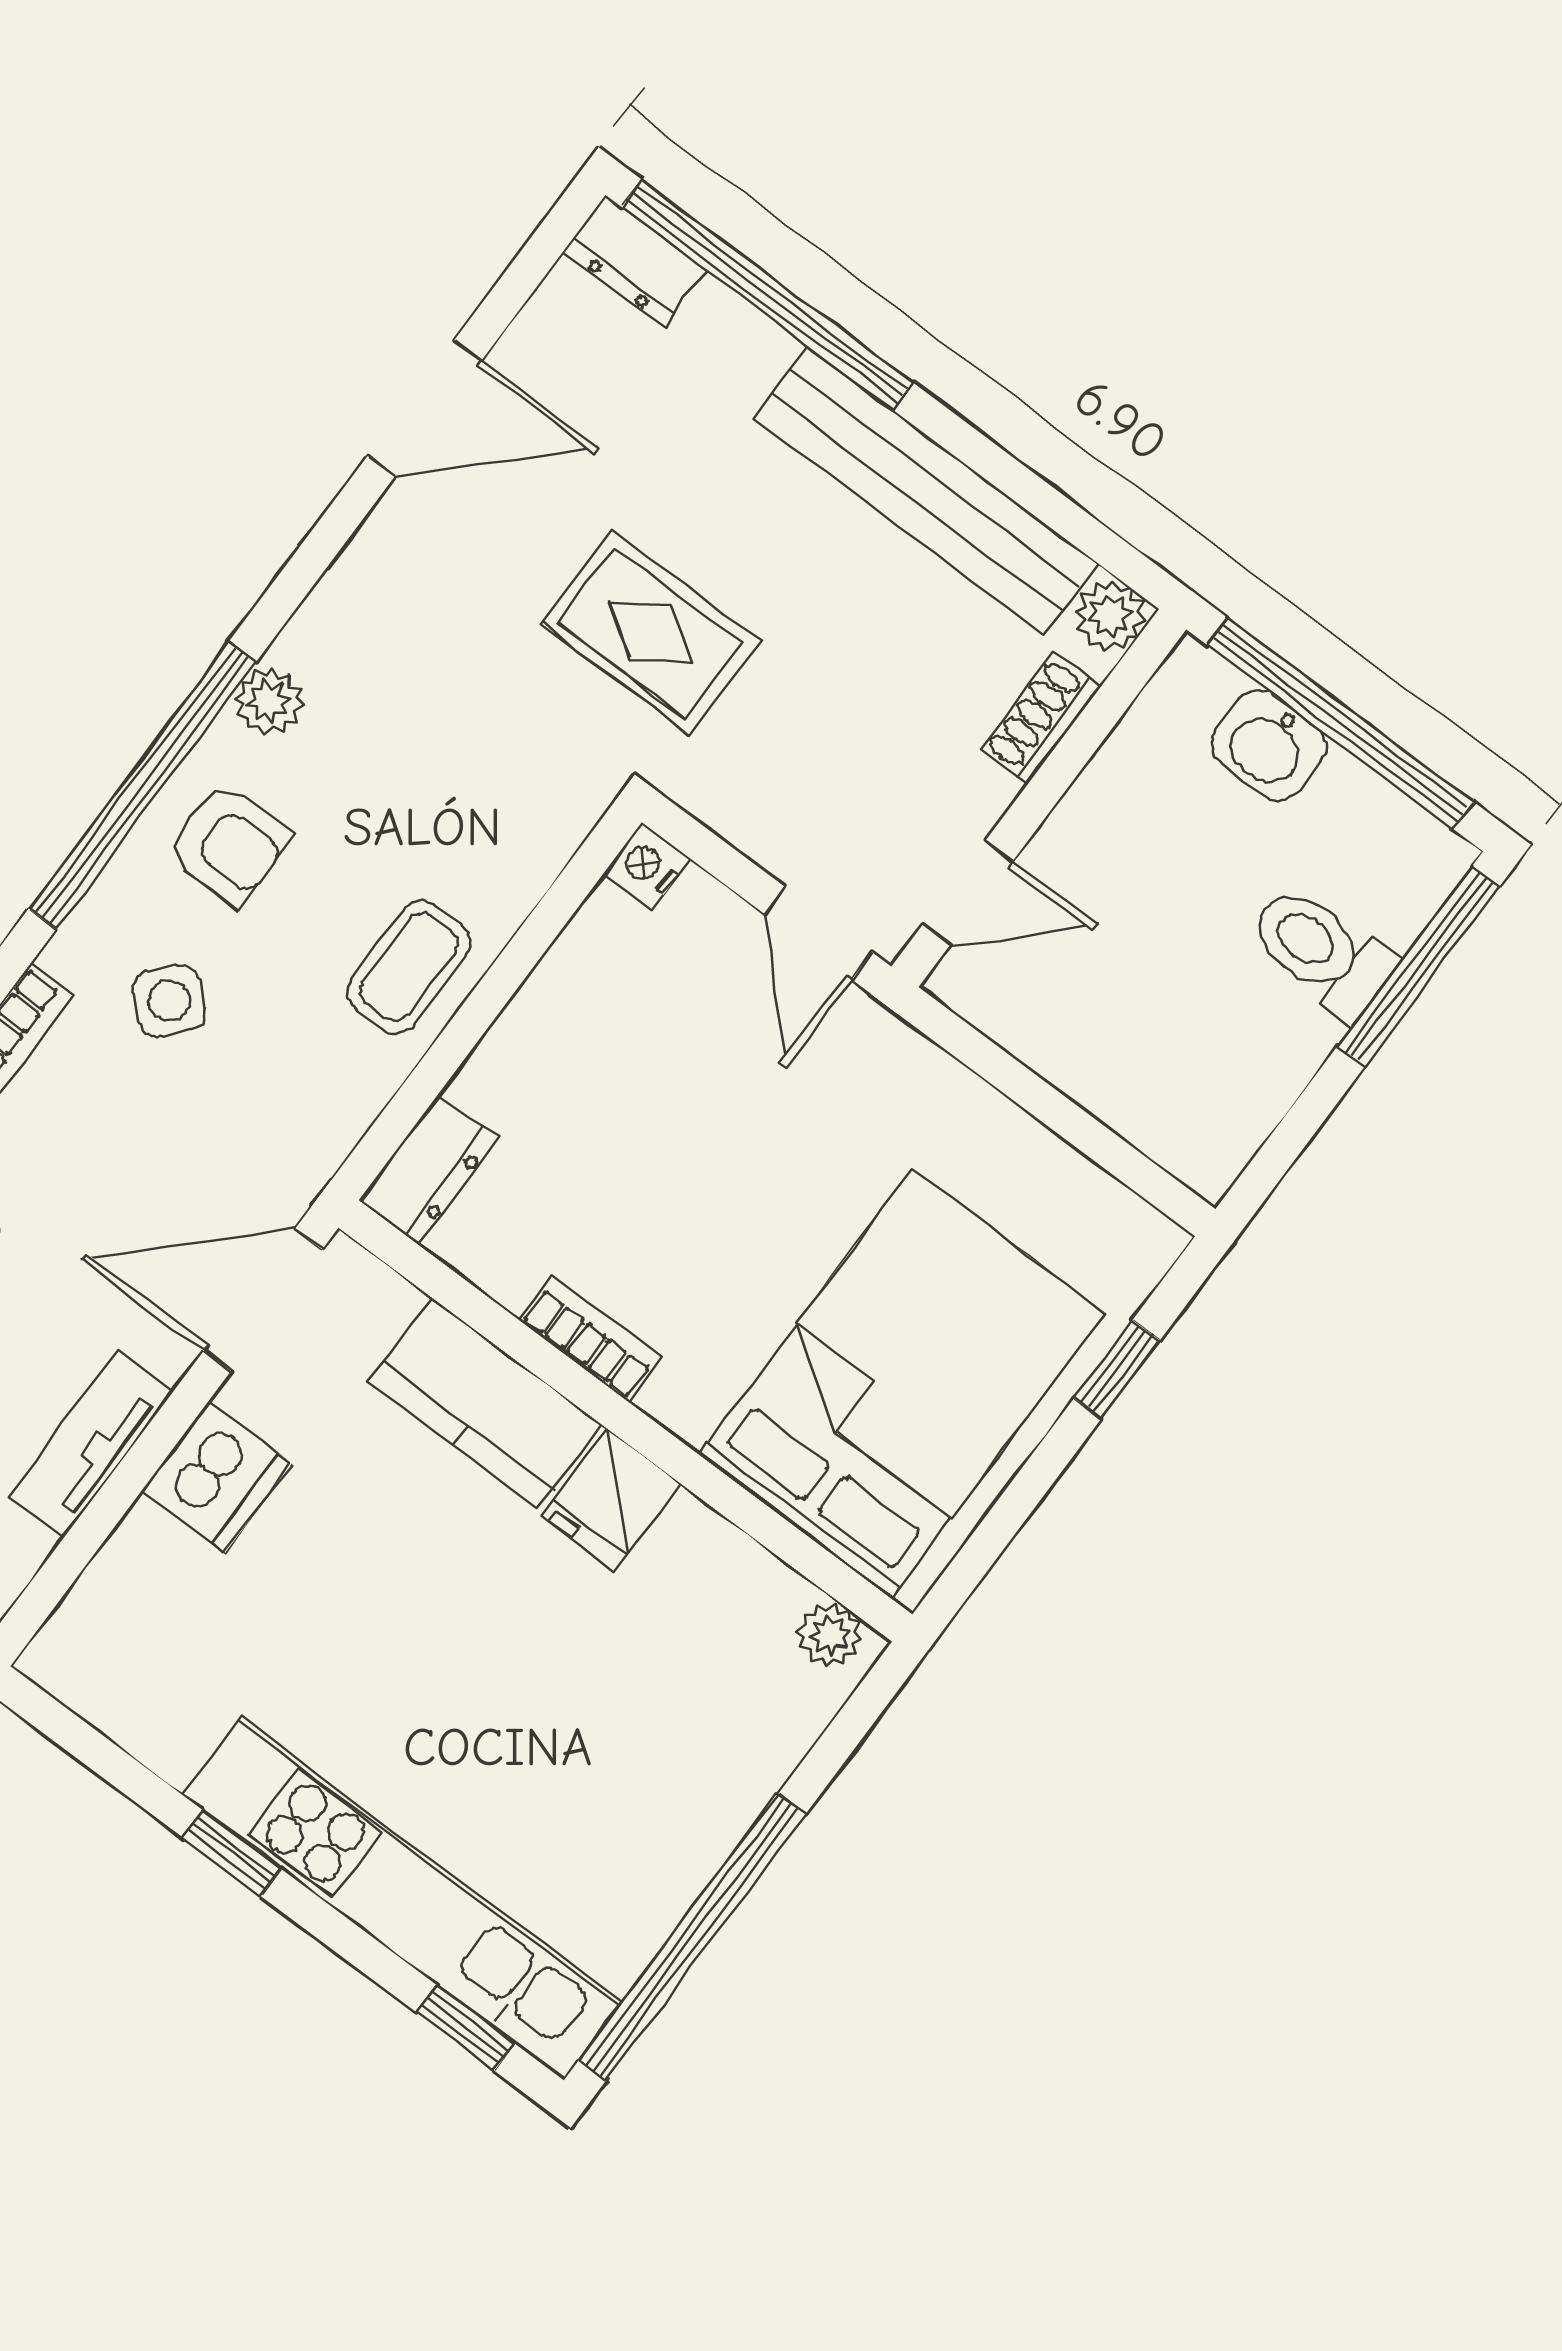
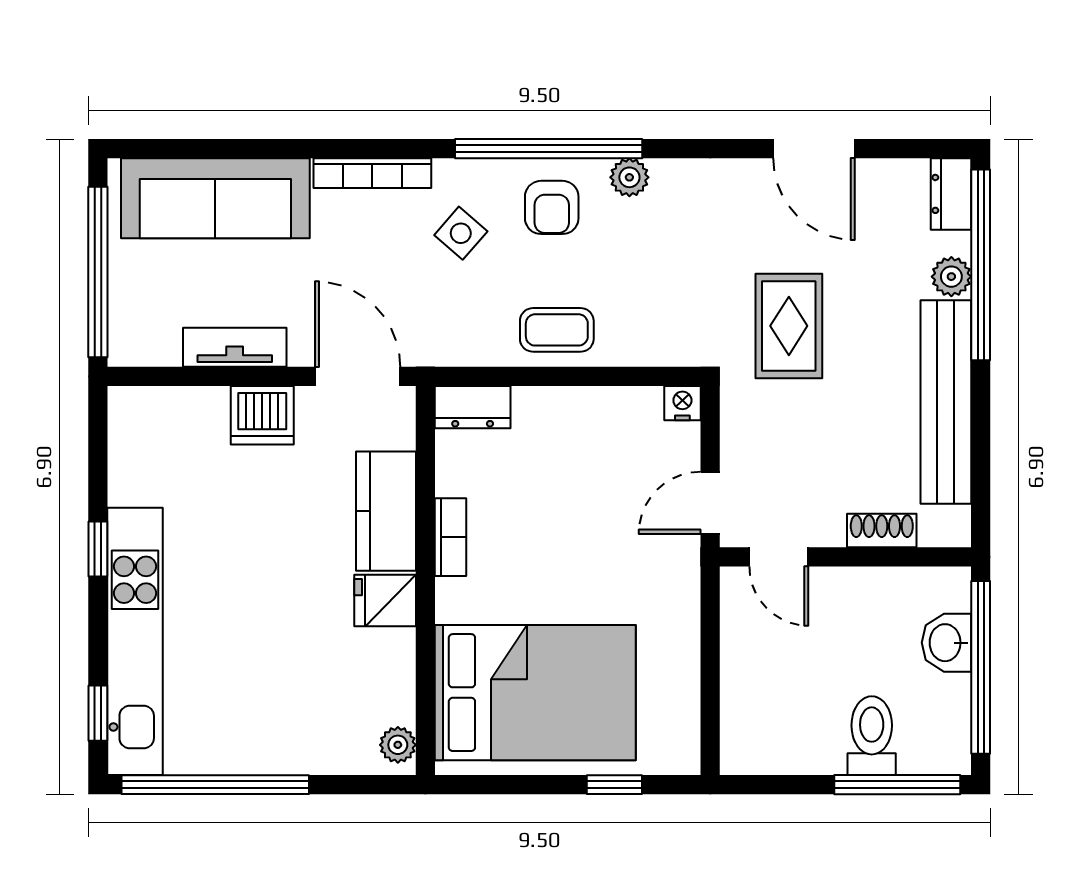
plant: (1110, 616) -> (951, 277), moved

